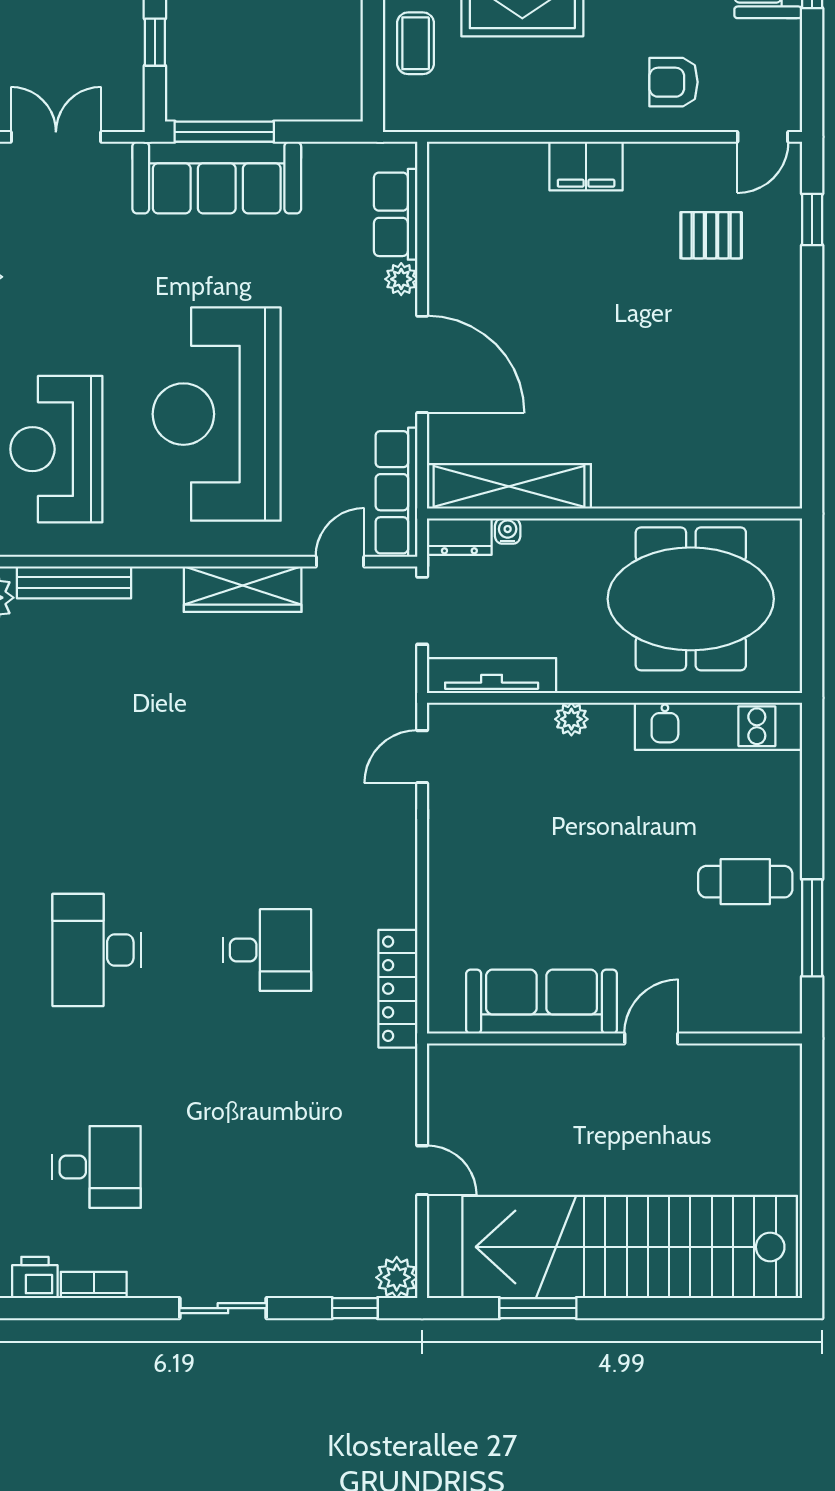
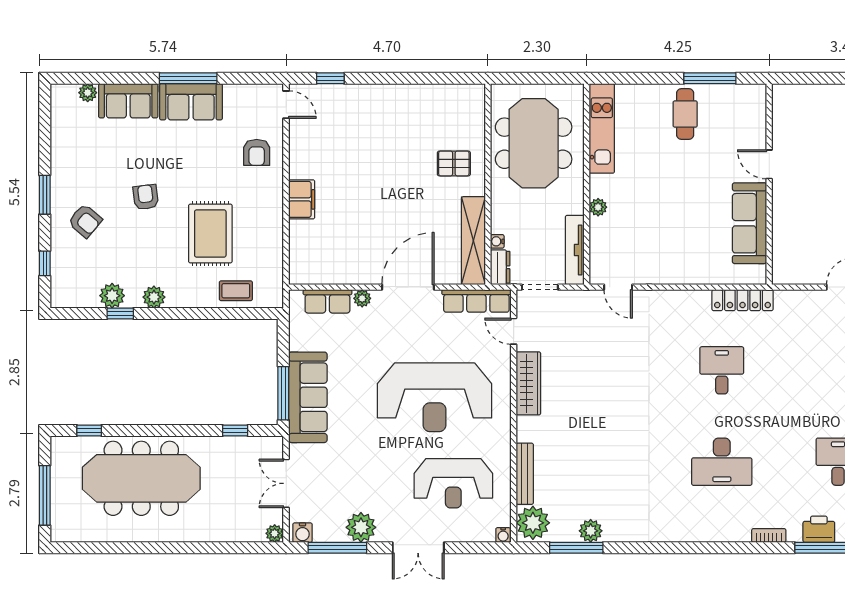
pallet: (711, 235) -> (454, 163), moved, turned 90

